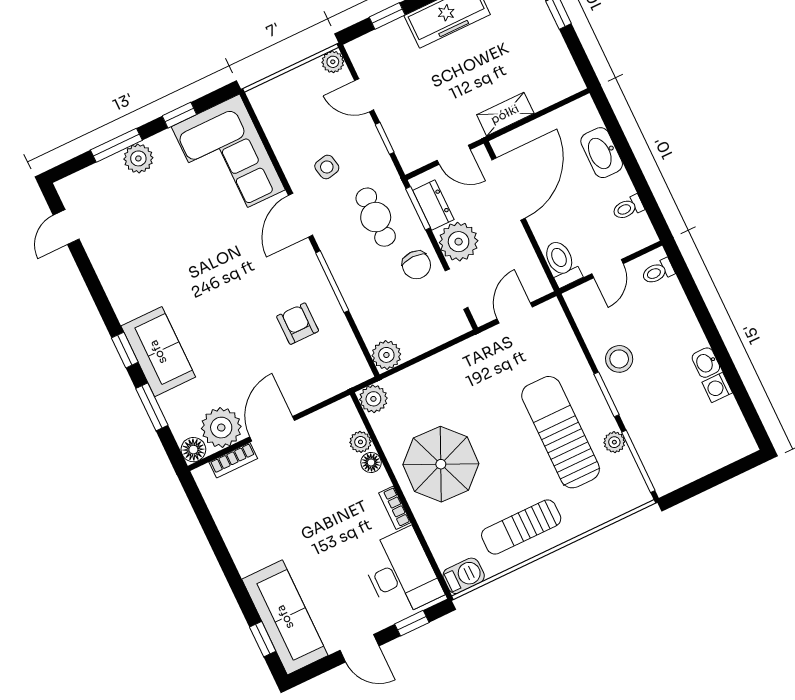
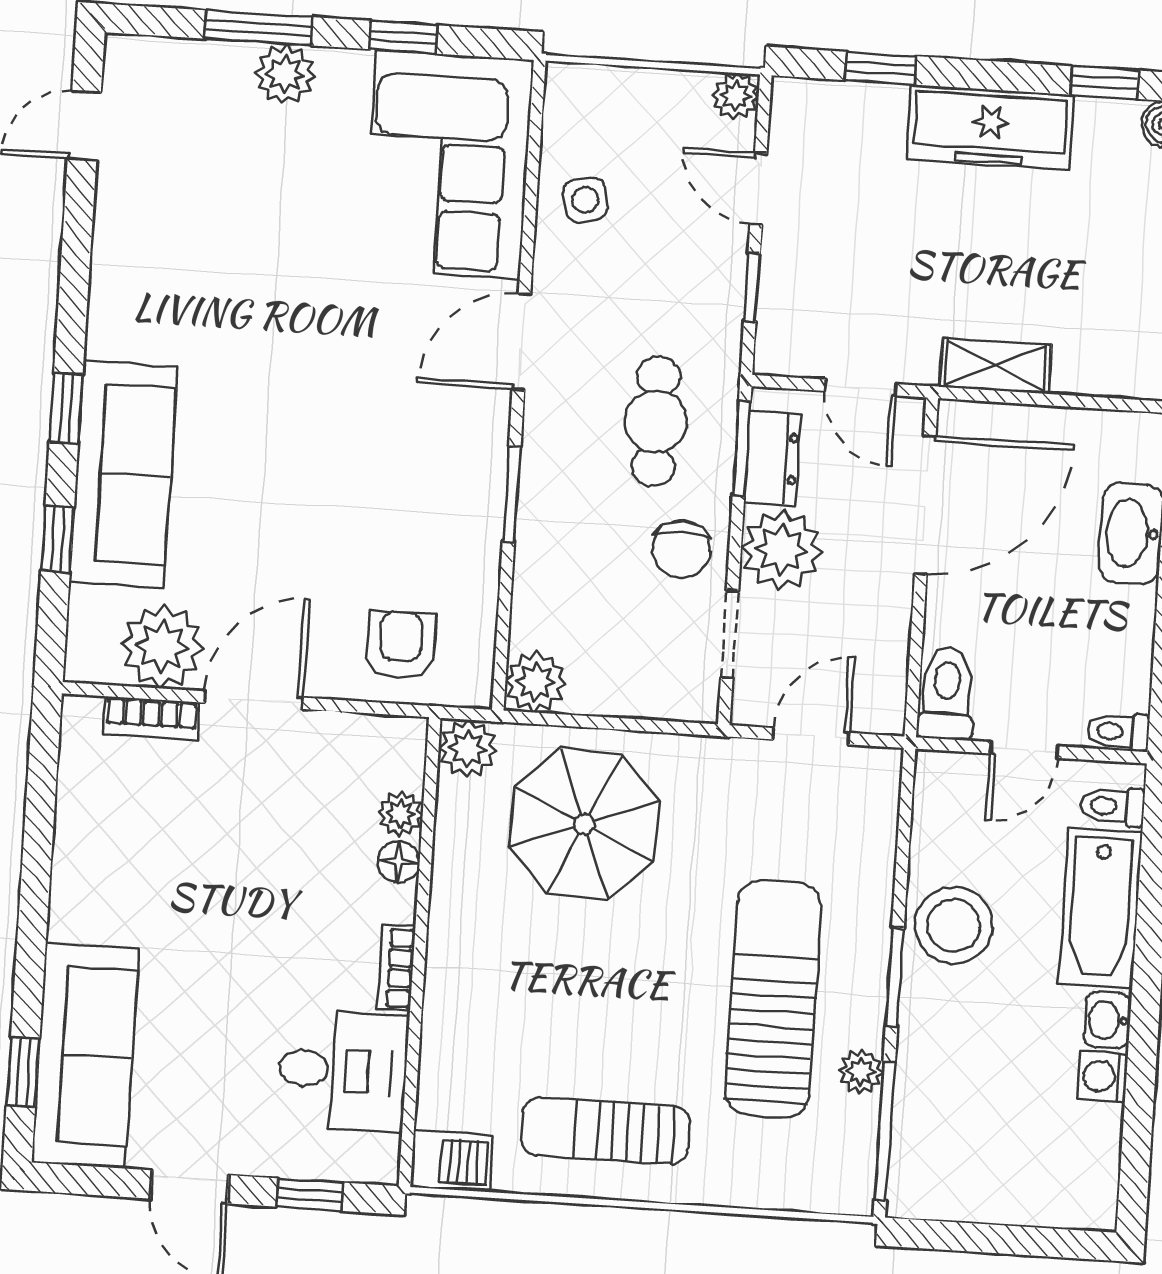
side table: (327, 167) -> (585, 200), moved
toilet: (628, 208) -> (1118, 732), moved
window: (332, 282) -> (512, 494), width x0.69
bathtub: (677, 317) -> (1100, 908), added
armchair: (298, 324) -> (400, 646), moved
sofa: (158, 352) -> (123, 474), width x1.36
stool: (619, 359) -> (954, 925), width x1.38, depth x1.38
window: (152, 407) -> (58, 539), width x0.67
floor lamp: (193, 450) -> (90, 658), removed
parasol: (441, 464) -> (584, 824), moved
desk: (401, 573) -> (343, 1070), width x0.73

